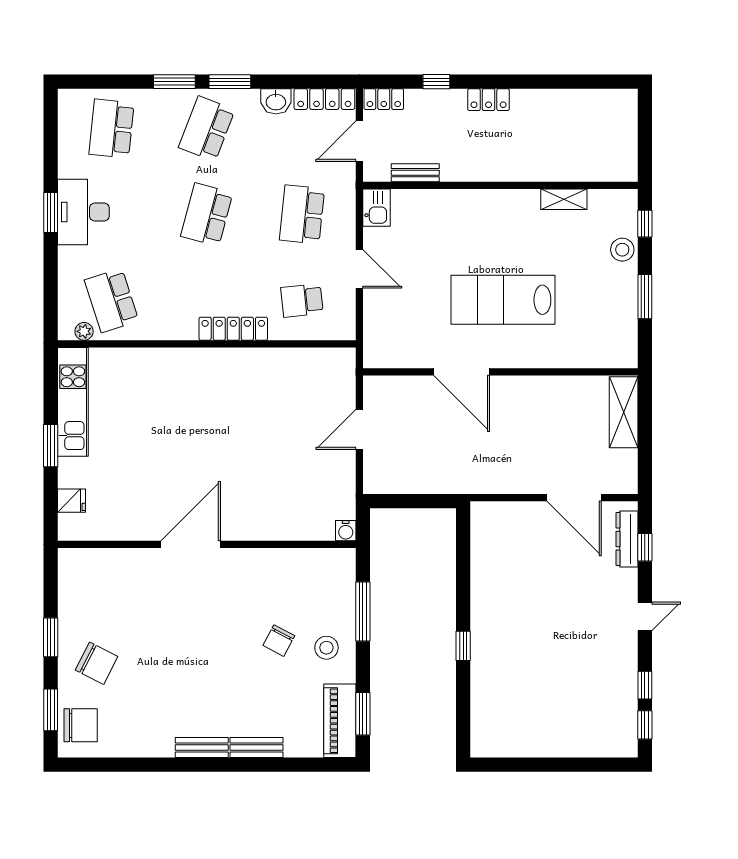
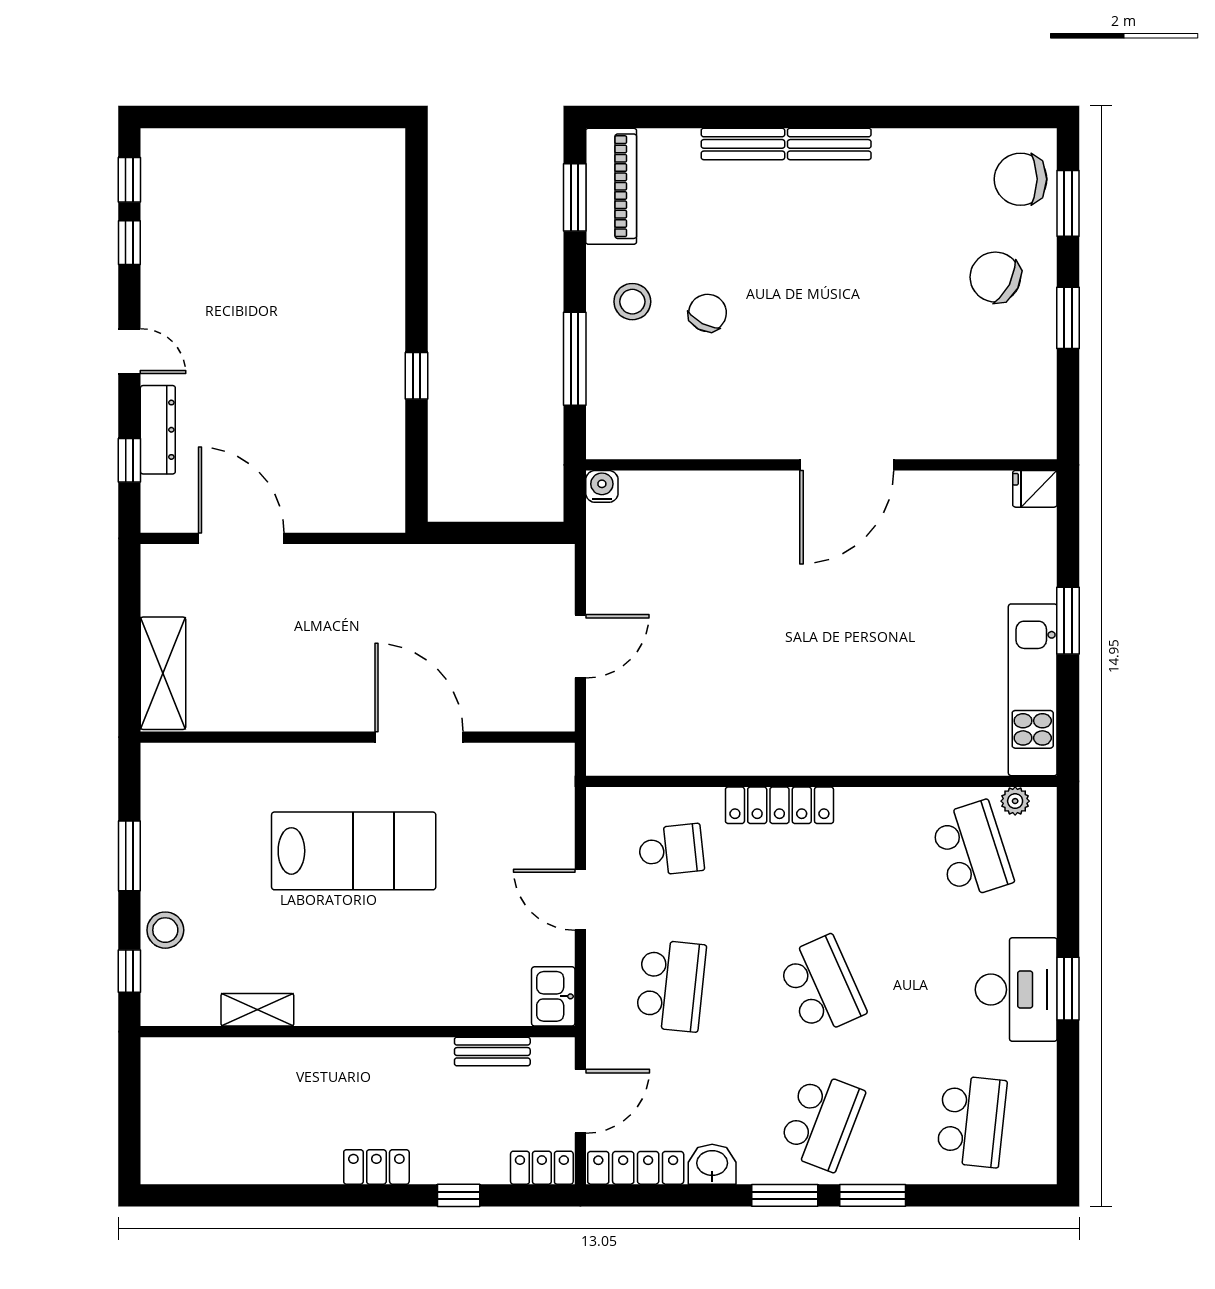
school desk: (207, 214) -> (821, 986), turned -39
fridge: (72, 501) -> (1035, 489), moved
dresser: (627, 539) -> (158, 430), moved
door: (645, 616) -> (129, 351), swing flipped
window: (463, 646) -> (417, 376), moved

